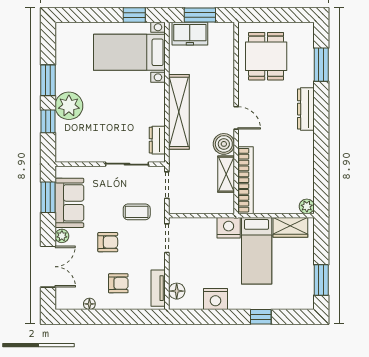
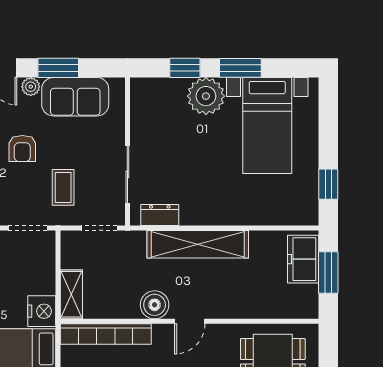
bed with nightstands: (129, 52) -> (267, 126), moved, turned 180
shelving: (226, 174) -> (71, 294), moved, turned 90
window: (48, 197) -> (58, 68), moved

